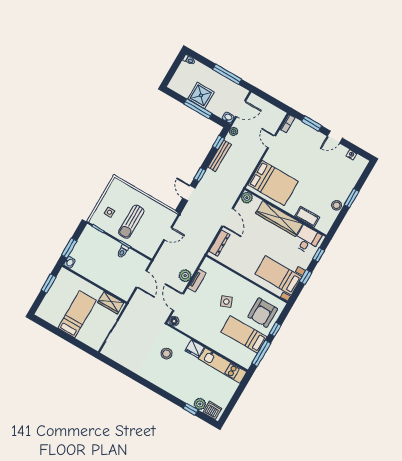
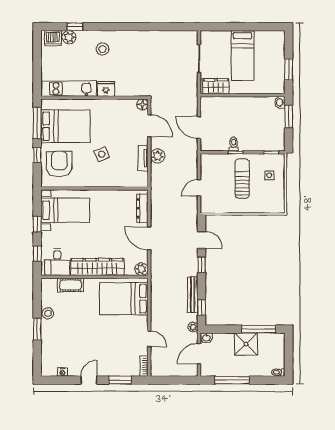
window: (198, 109) -> (259, 329), moved
bed: (244, 334) -> (65, 126), width x1.50
stool: (166, 354) -> (102, 49), moved

